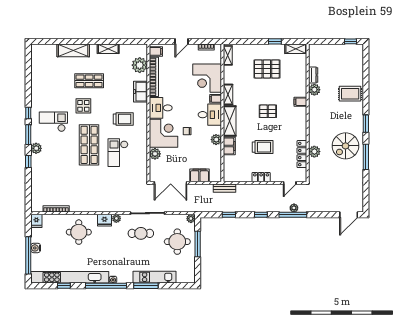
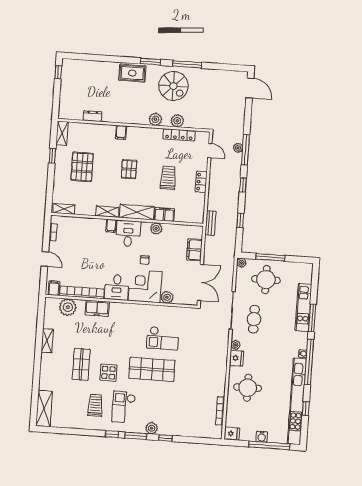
shelving: (73, 50) -> (44, 409), moved
corner desk: (207, 78) -> (87, 234), removed
plant: (314, 90) -> (155, 119), moved
rug: (350, 94) -> (132, 73), moved, turned 90
trolley: (123, 119) -> (95, 405), moved

